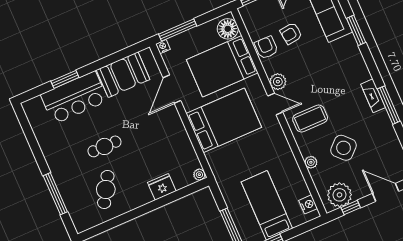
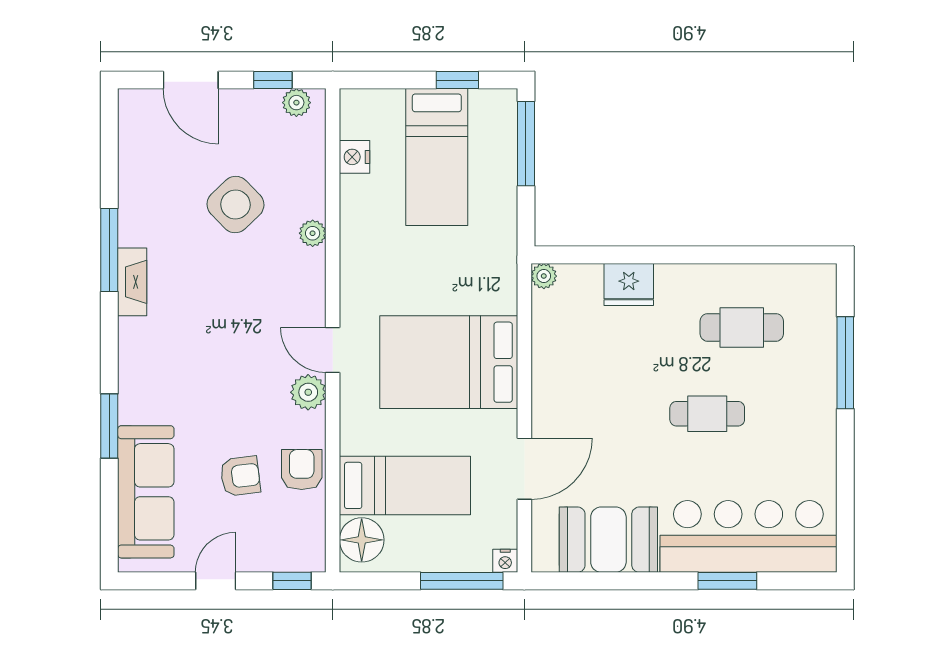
armchair: (266, 48) -> (302, 470), turned 180
bed: (222, 66) -> (405, 485), width x0.67
bar counter: (74, 98) -> (748, 536), width x1.36
coffee table: (310, 118) -> (276, 291), removed
plant: (311, 162) -> (313, 233), moved
cafe table: (106, 189) -> (742, 327), turned 59
plant: (339, 195) -> (296, 103), width x0.53, depth x0.53
nightstand: (308, 204) -> (355, 157), moved

